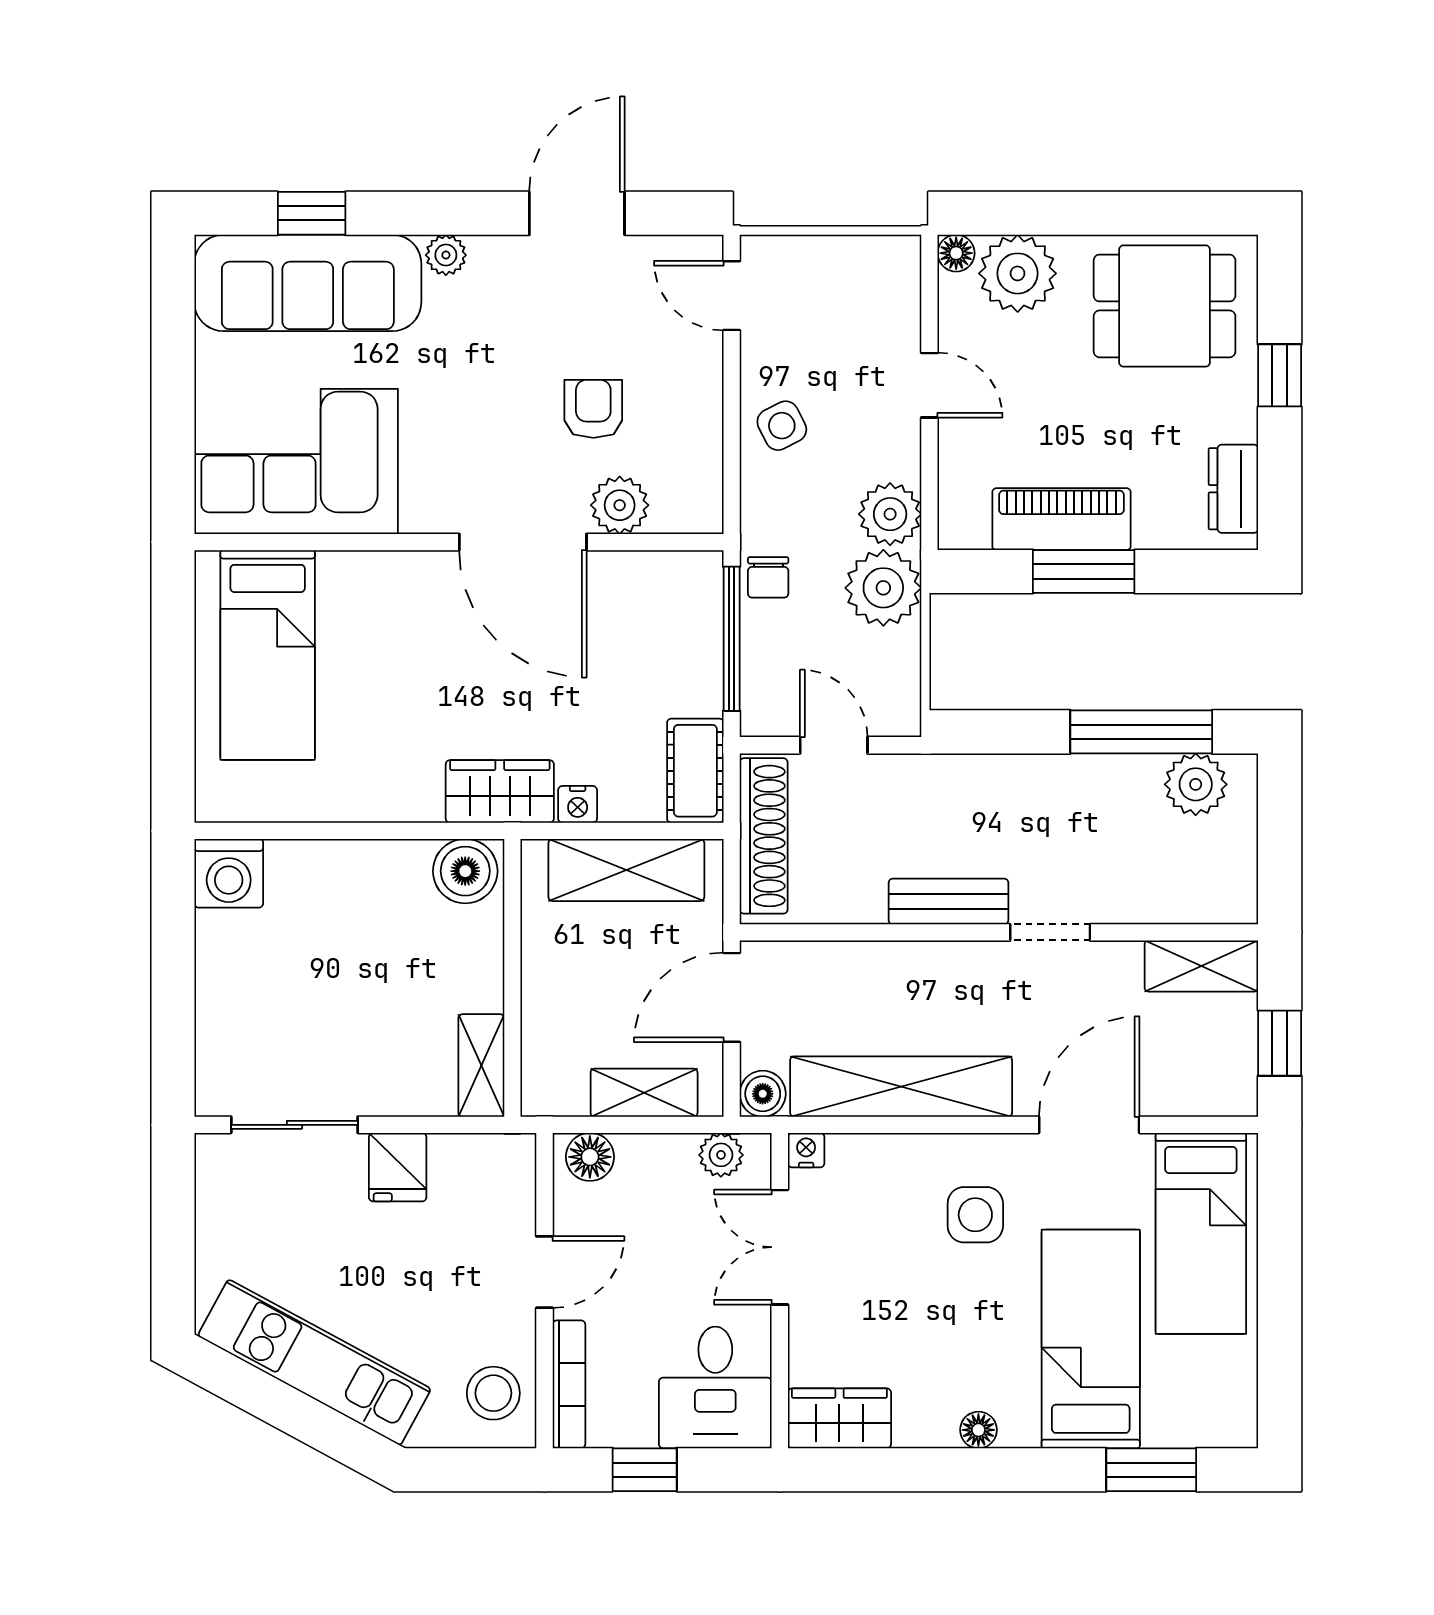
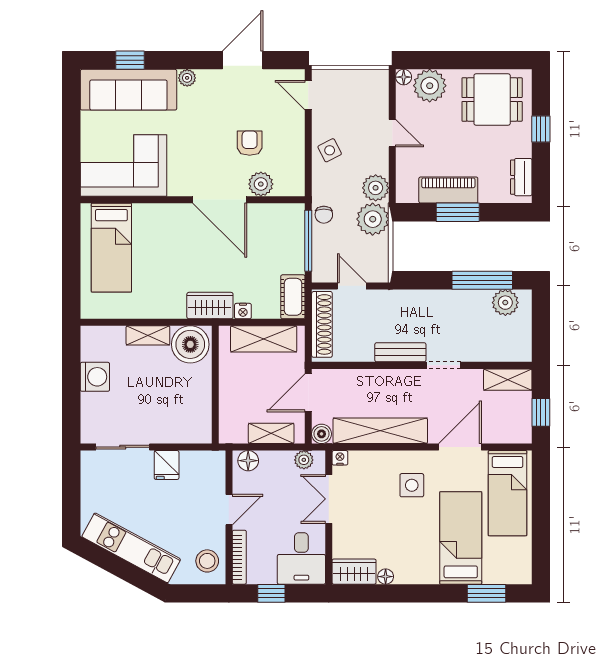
boiler: (465, 871) -> (190, 344), width x1.37, depth x1.37
washing machine: (229, 873) -> (95, 377), moved, turned -90
shelving: (481, 1066) -> (148, 335), moved, turned 90
floor lamp: (978, 1430) -> (386, 577), moved

